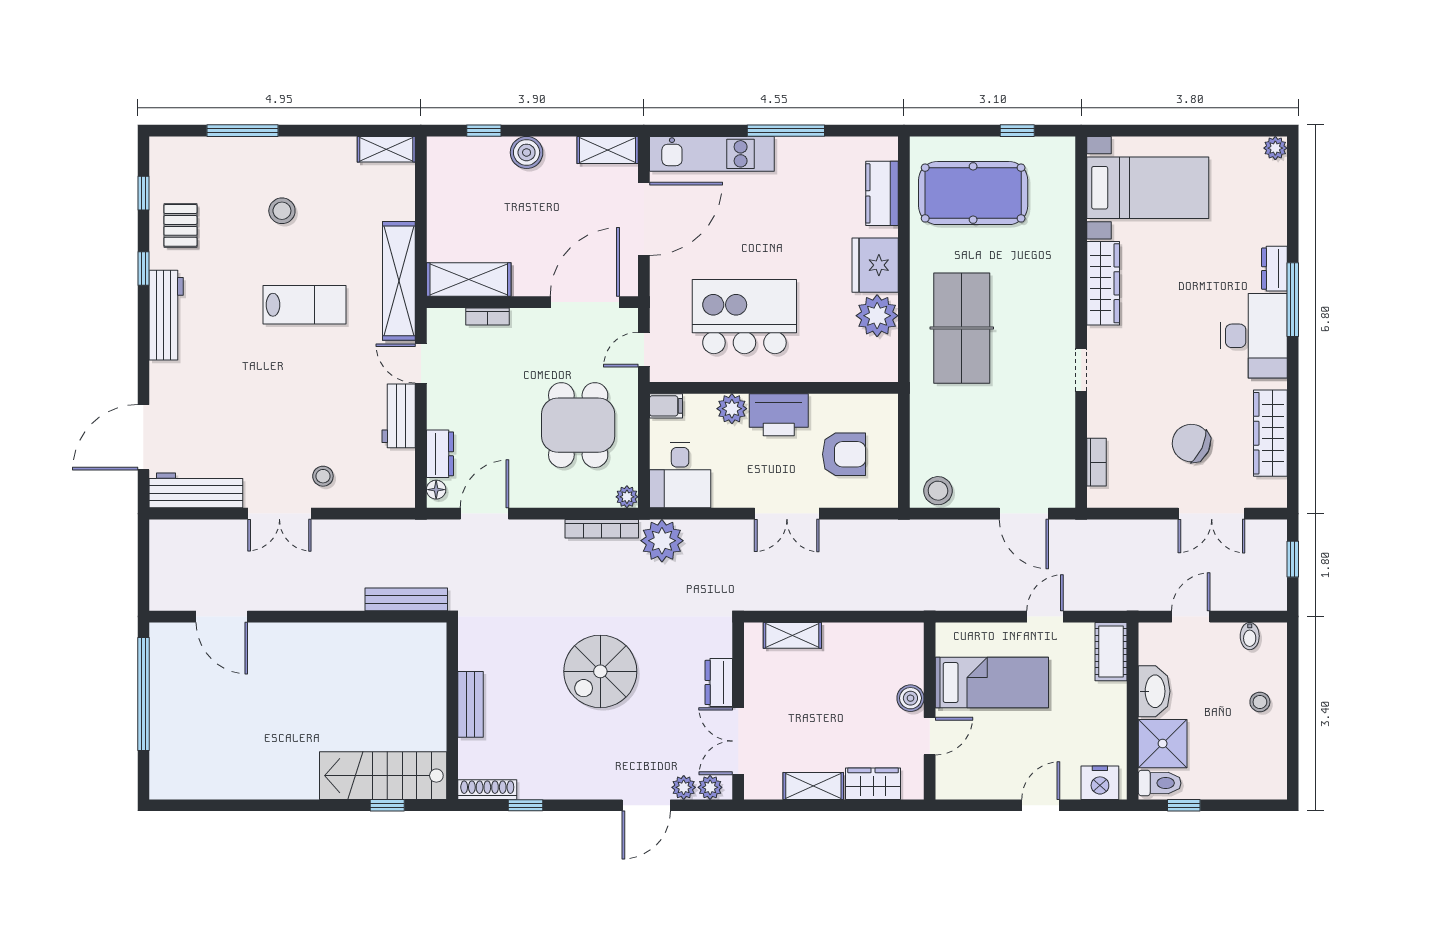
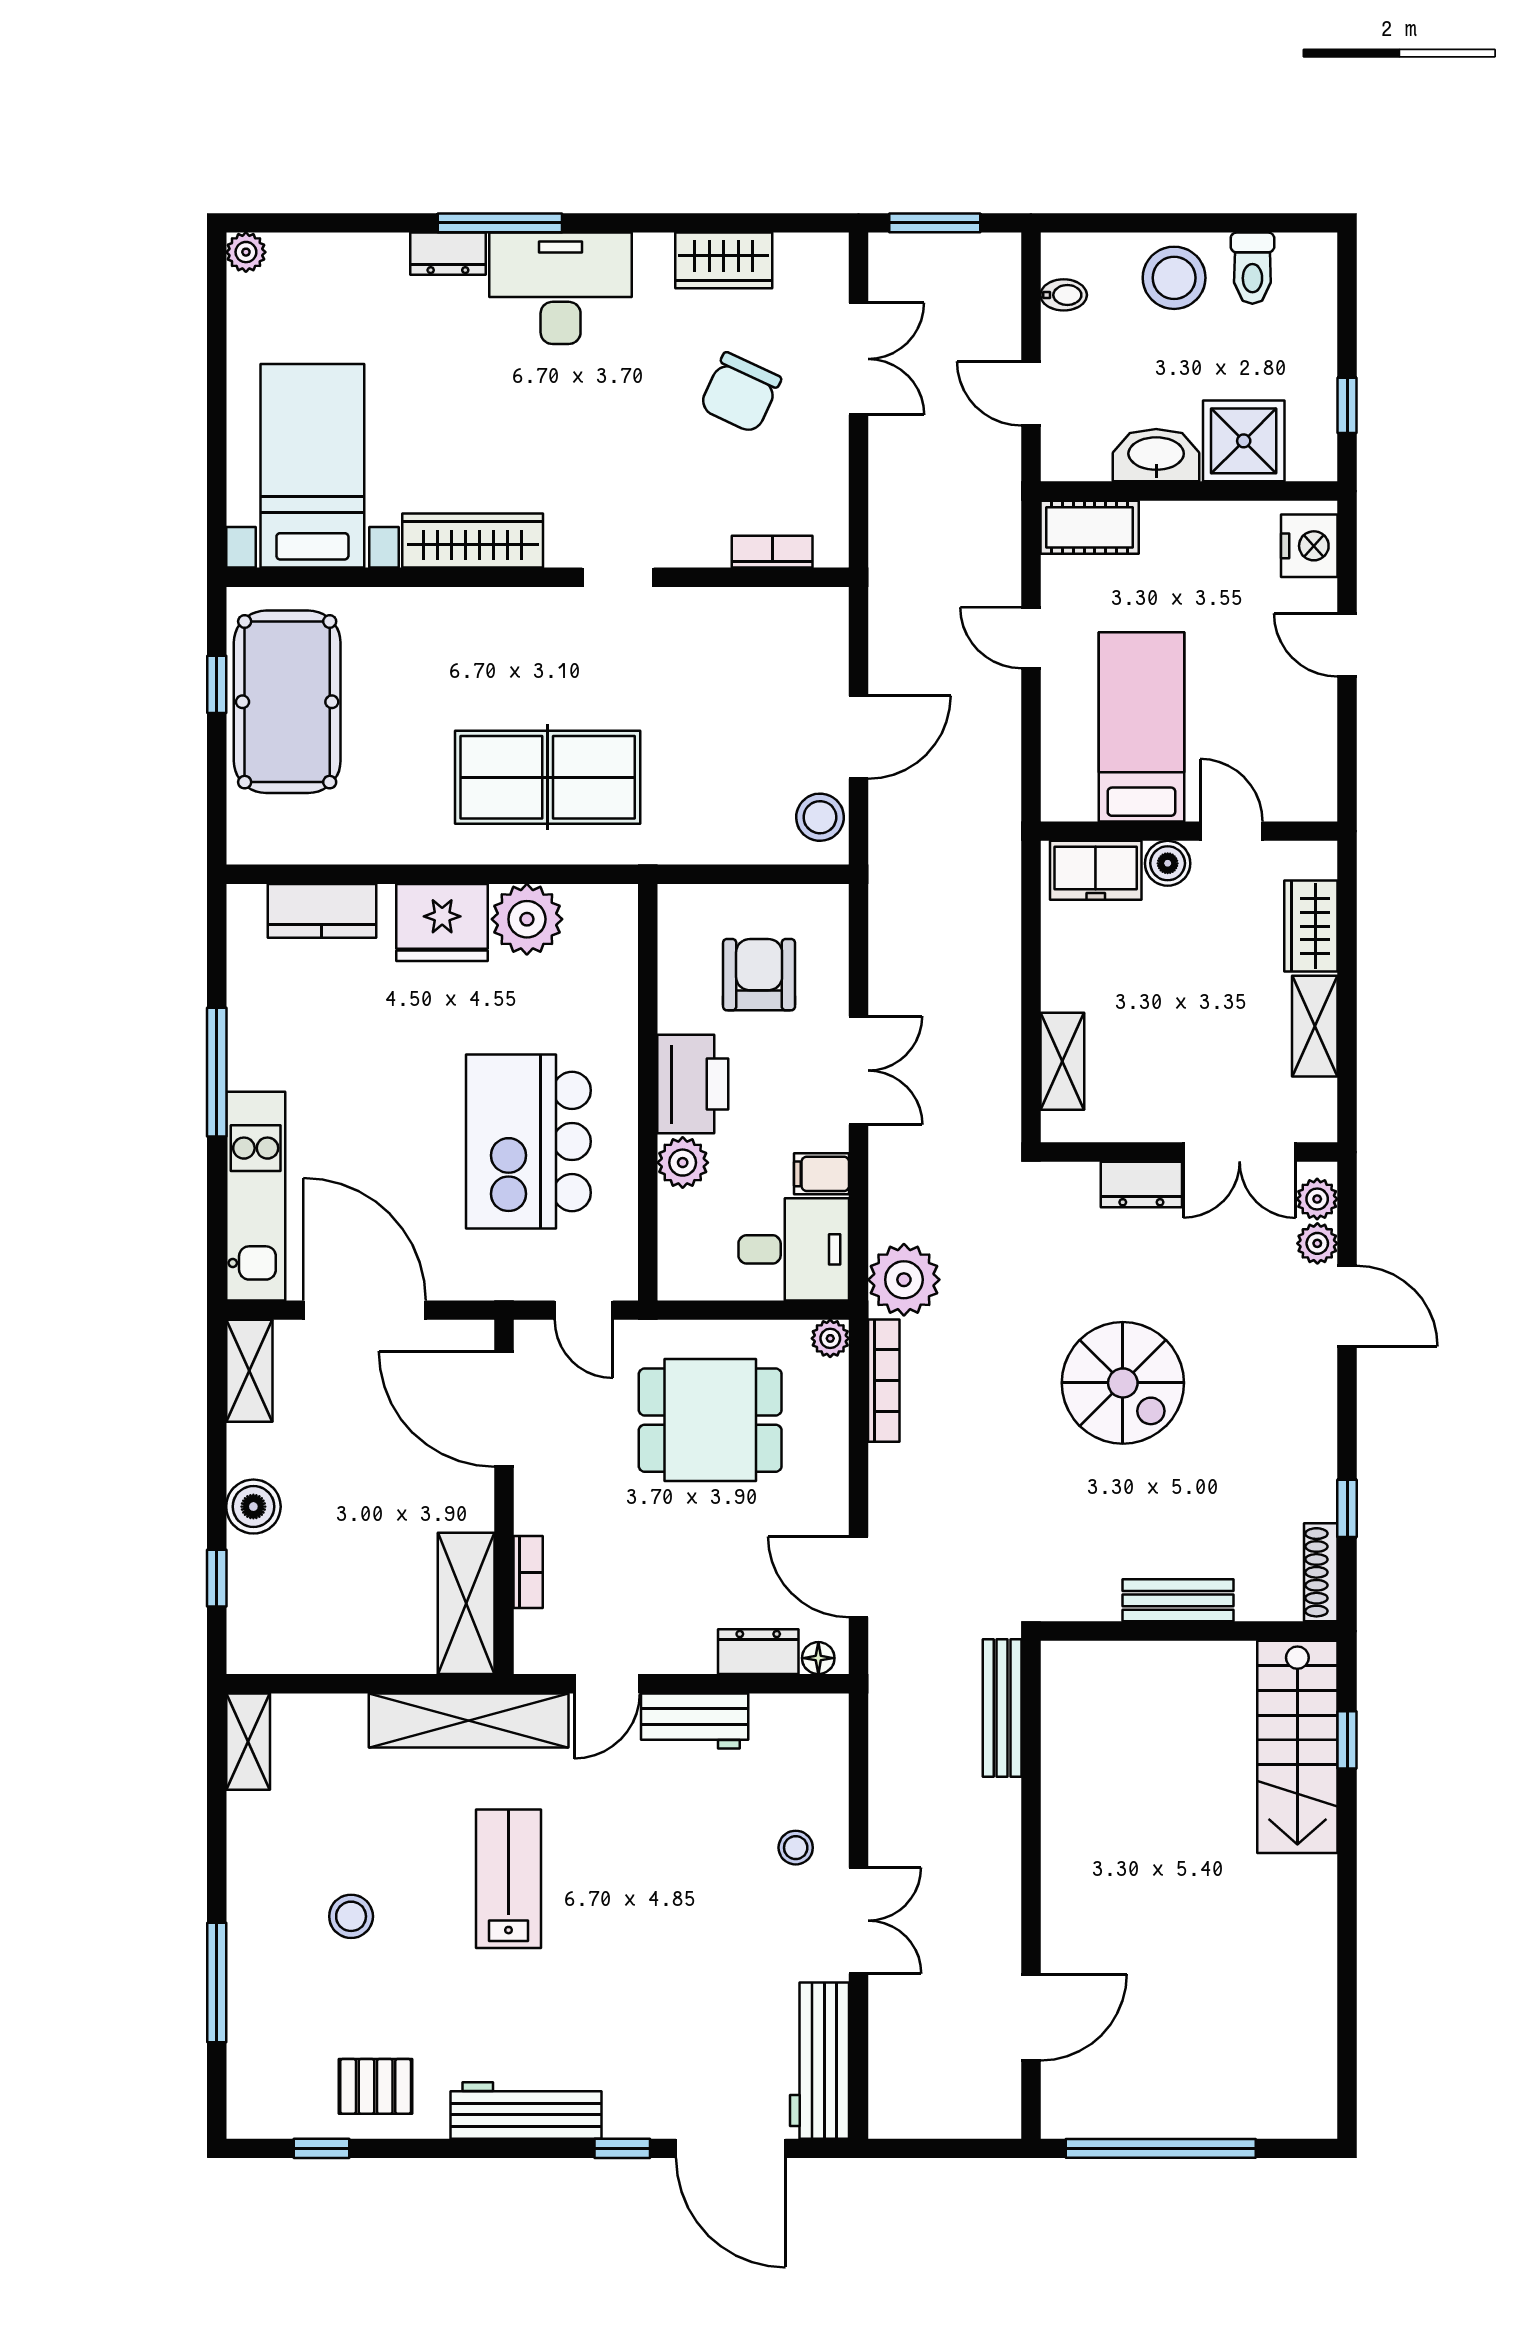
pool table: (973, 193) -> (287, 702), moved
window: (143, 268) -> (622, 2148), moved
filing cabinet: (666, 406) -> (821, 1174), moved, turned -90
wardrobe: (1270, 433) -> (724, 260), width x0.67
door: (1024, 514) -> (859, 737), moved
window: (1293, 559) -> (935, 223), width x1.50
freezer: (906, 655) -> (1096, 870), added
stool: (1260, 702) -> (1174, 278), width x1.89, depth x1.89
toilet: (1160, 783) -> (1252, 268), moved, turned 180

